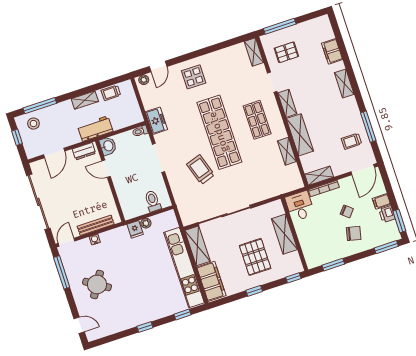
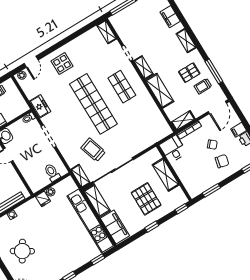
pallet: (286, 52) -> (189, 73), moved
shelving: (287, 151) -> (80, 176), moved
trolley: (201, 170) -> (93, 150), moved

